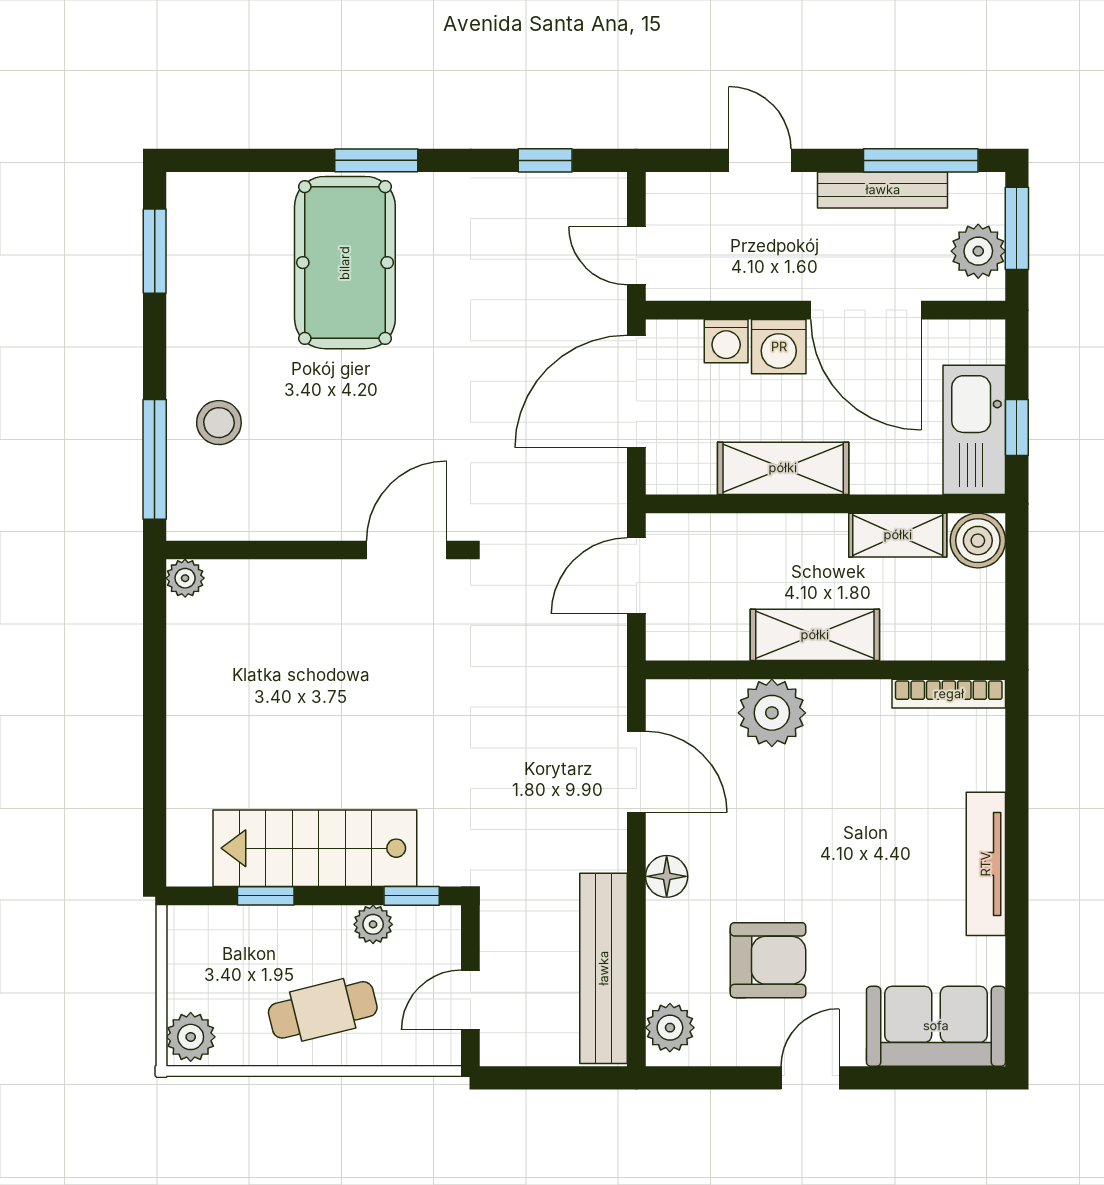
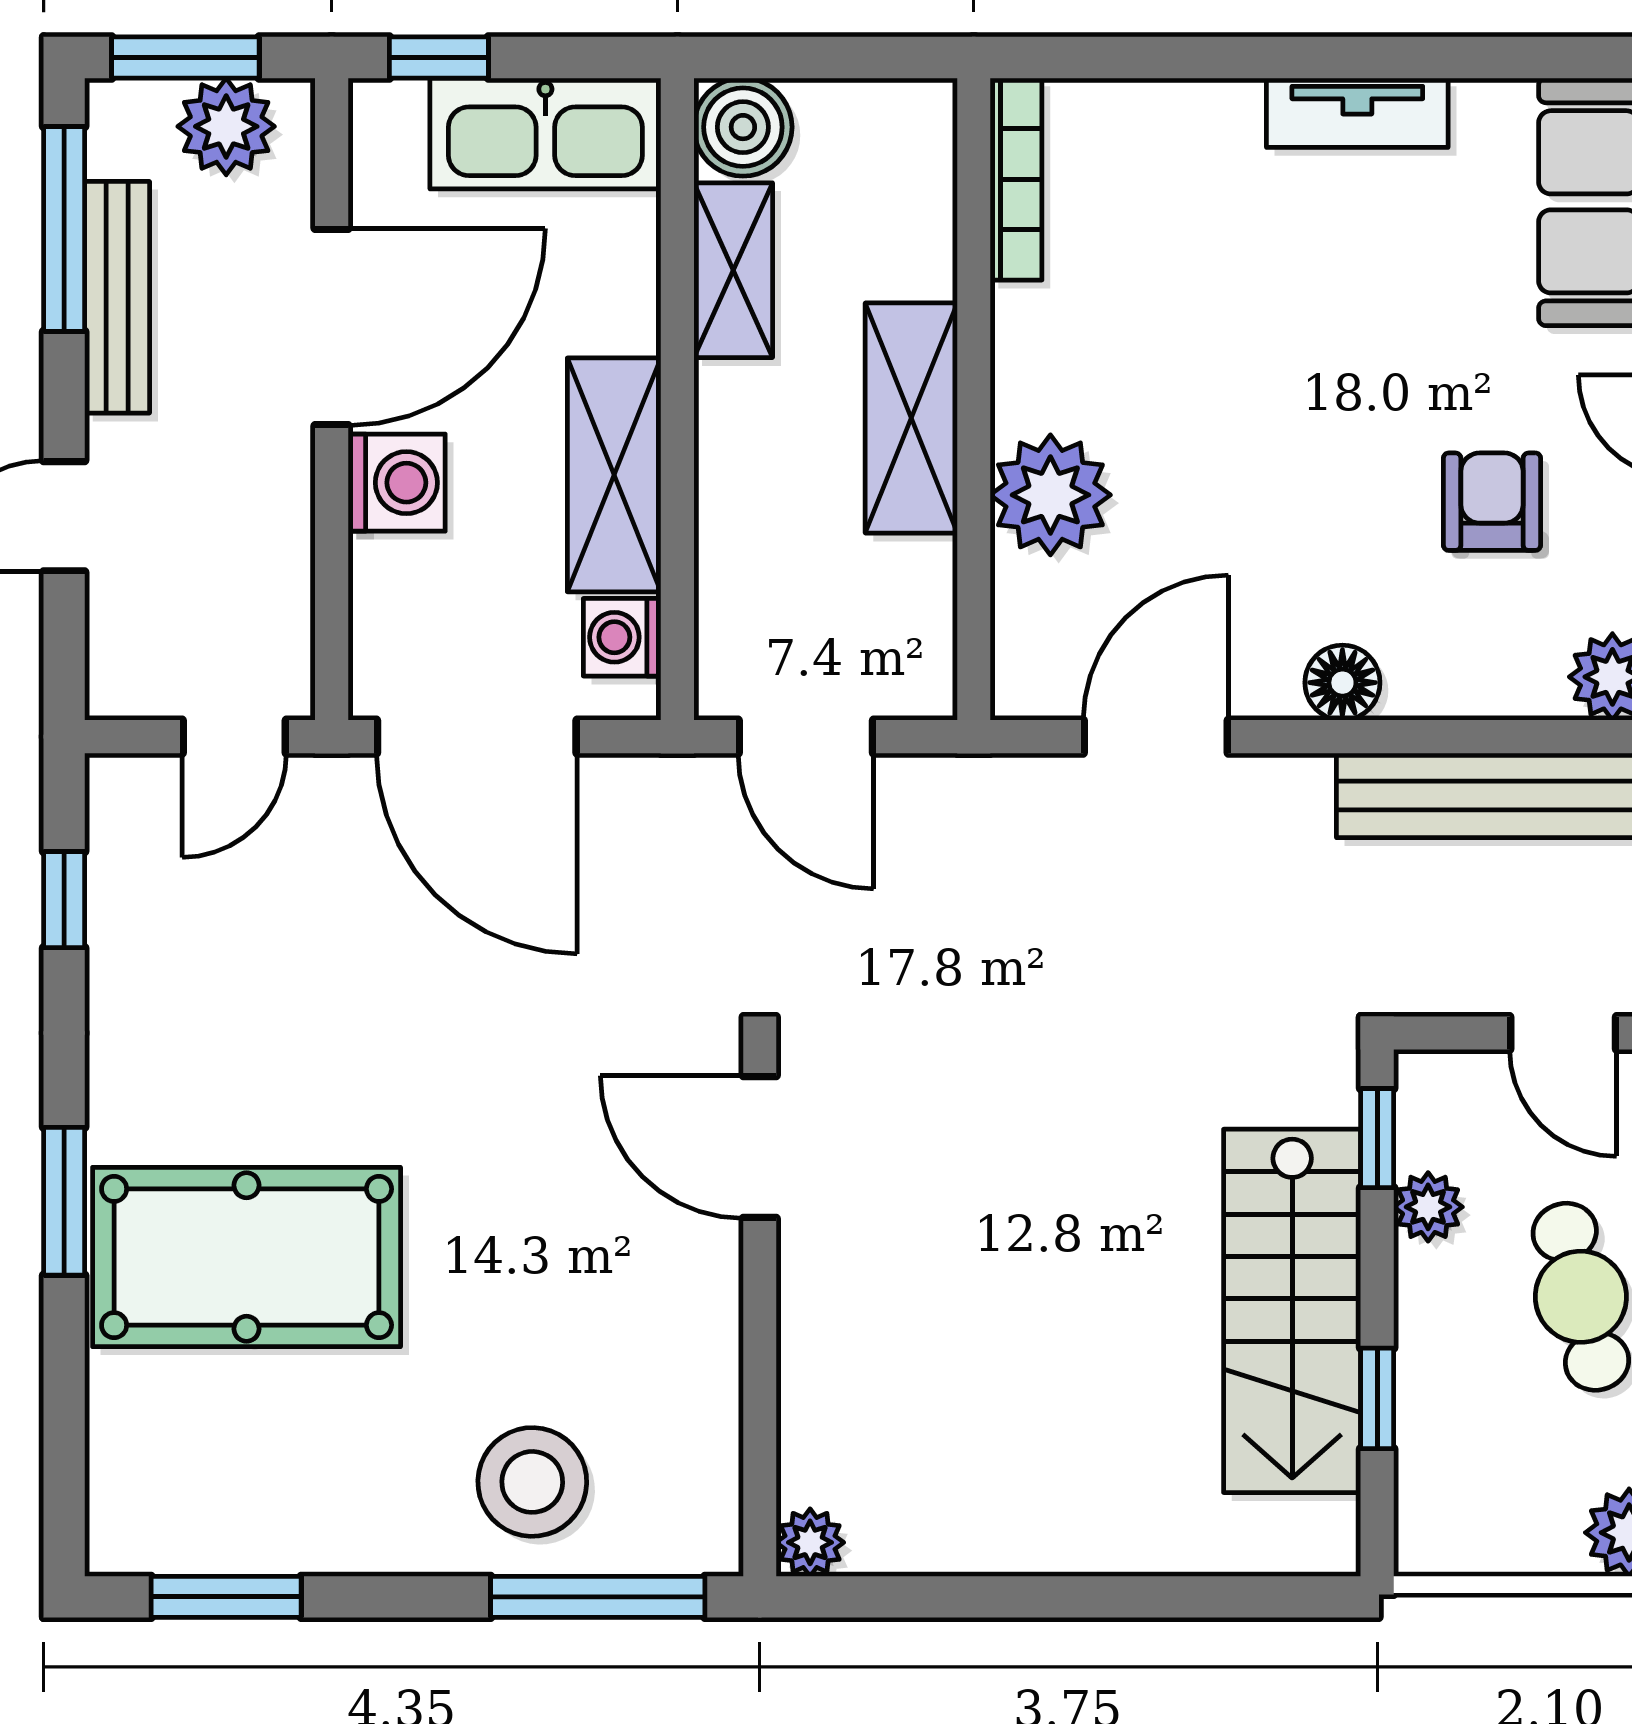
washing machine: (726, 341) -> (622, 637), moved, turned 180
stool: (219, 423) -> (532, 1482), width x1.38, depth x1.38
window: (1017, 428) -> (439, 57), moved
tv unit: (986, 864) -> (1357, 113), width x0.71
armchair: (768, 960) -> (1492, 502), width x0.72, depth x0.72

